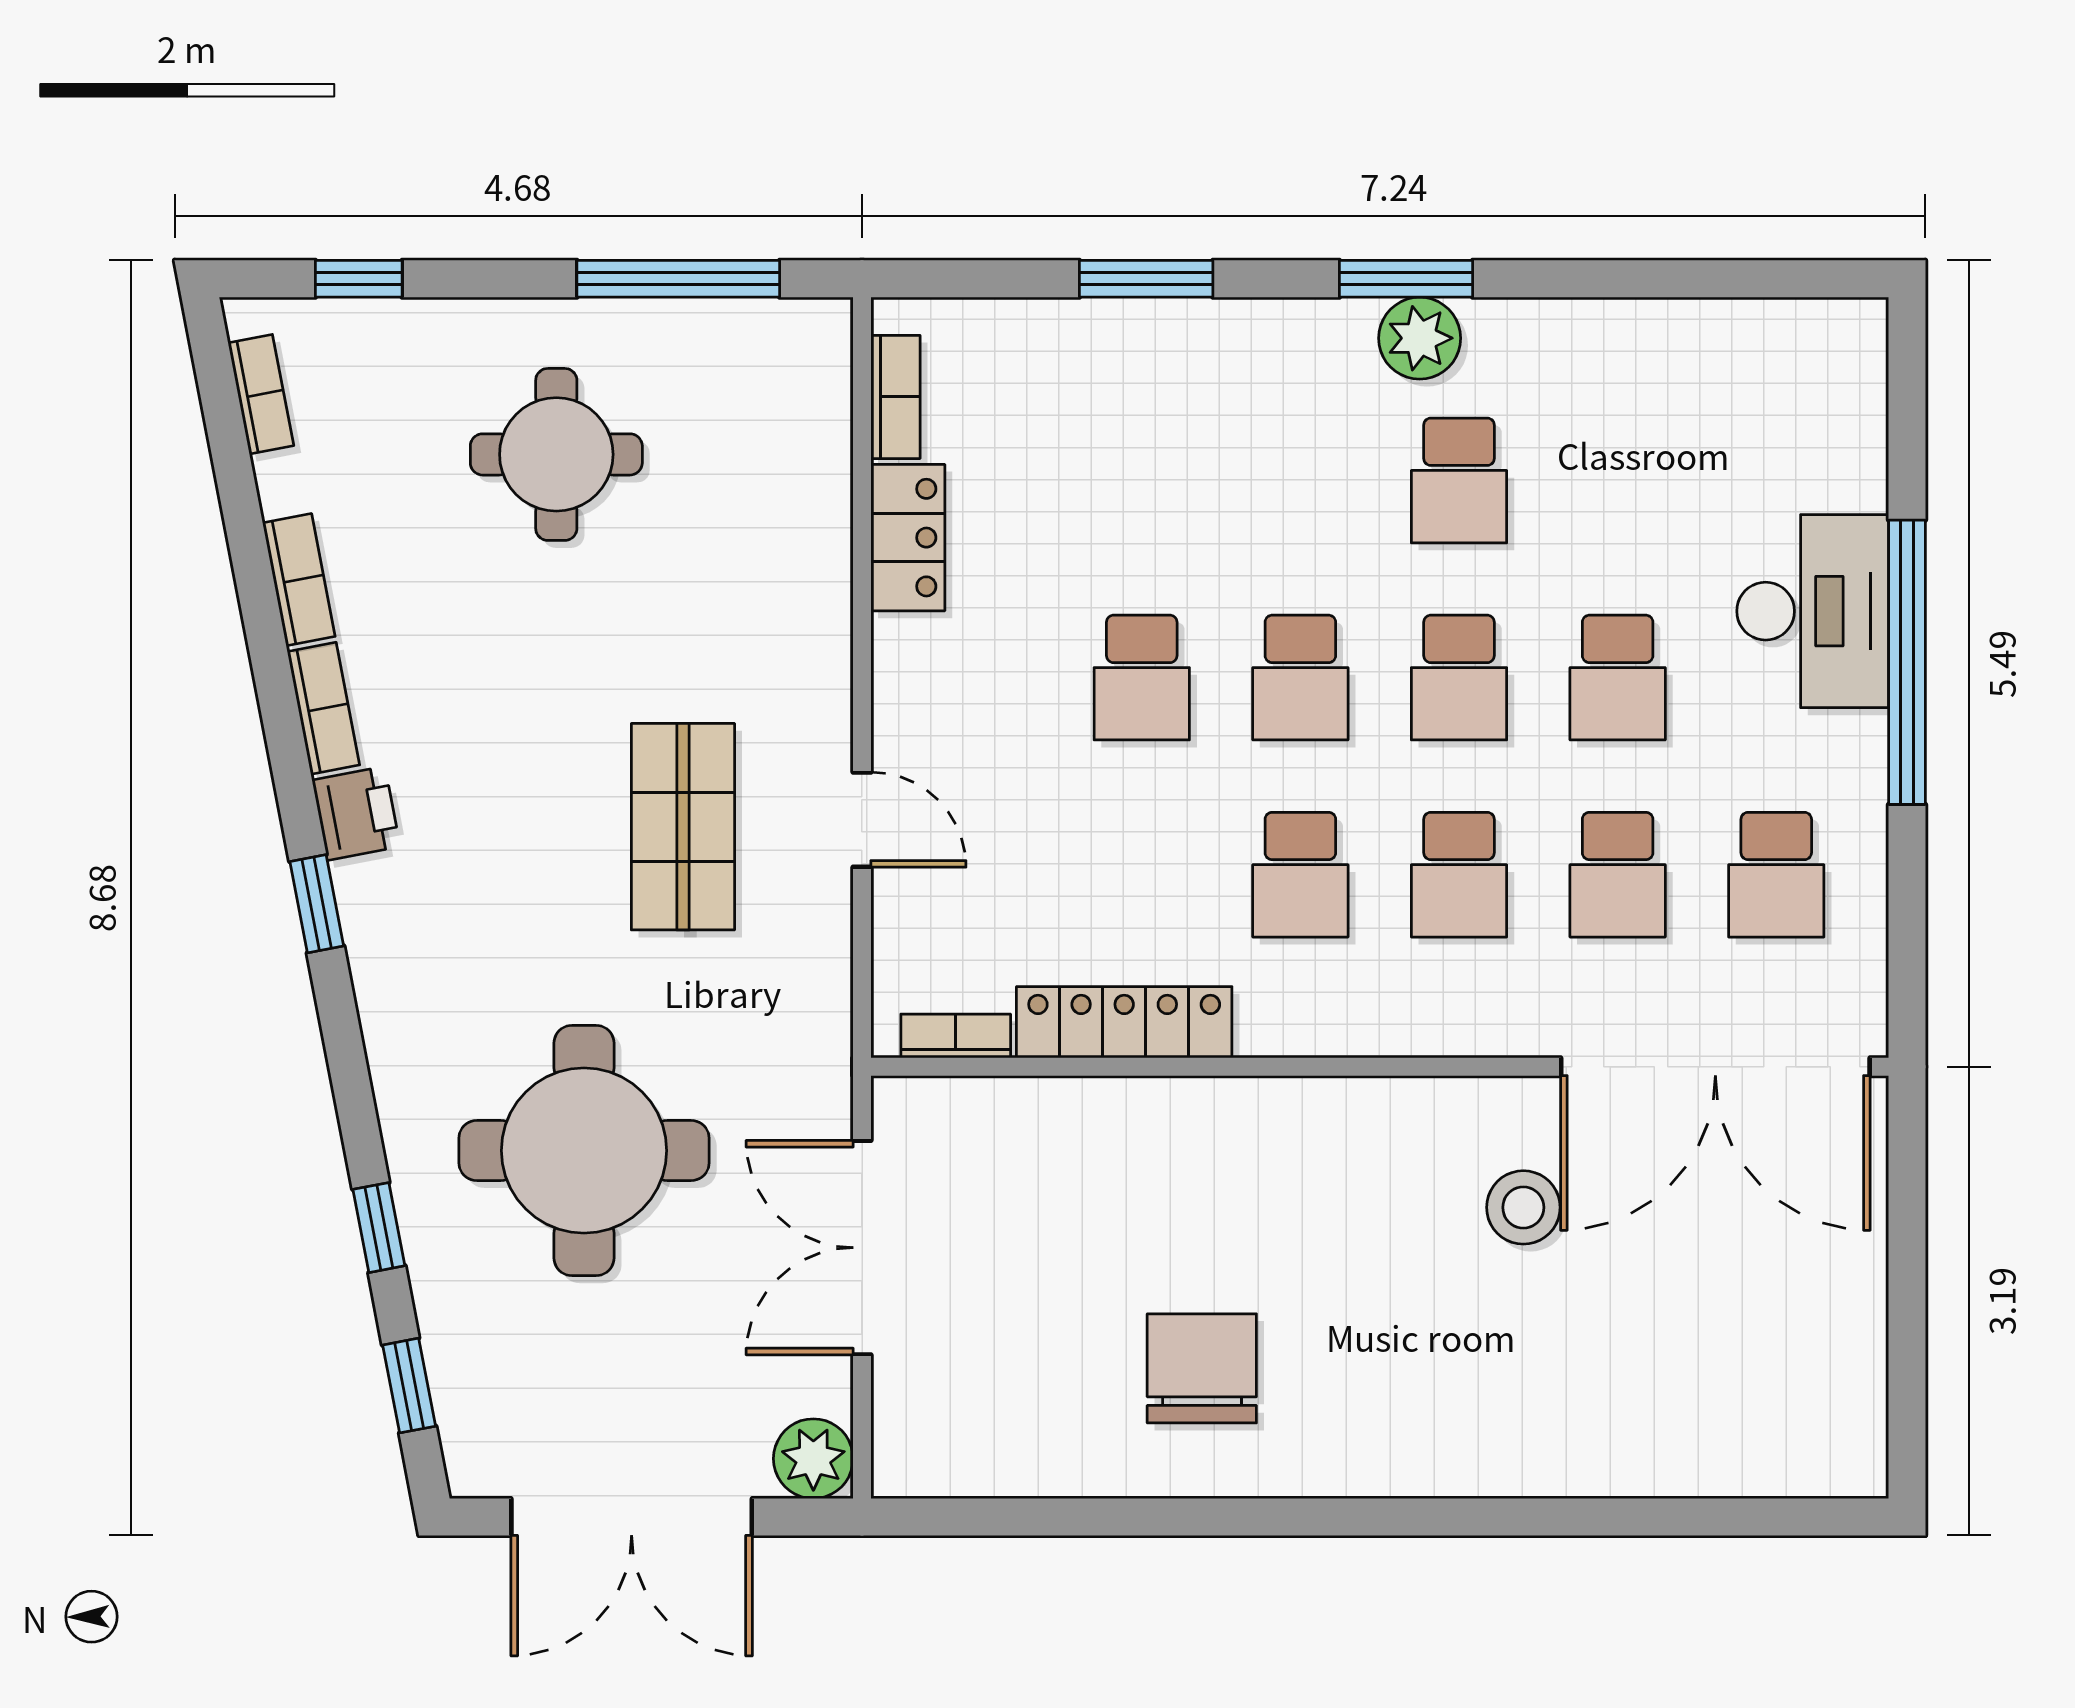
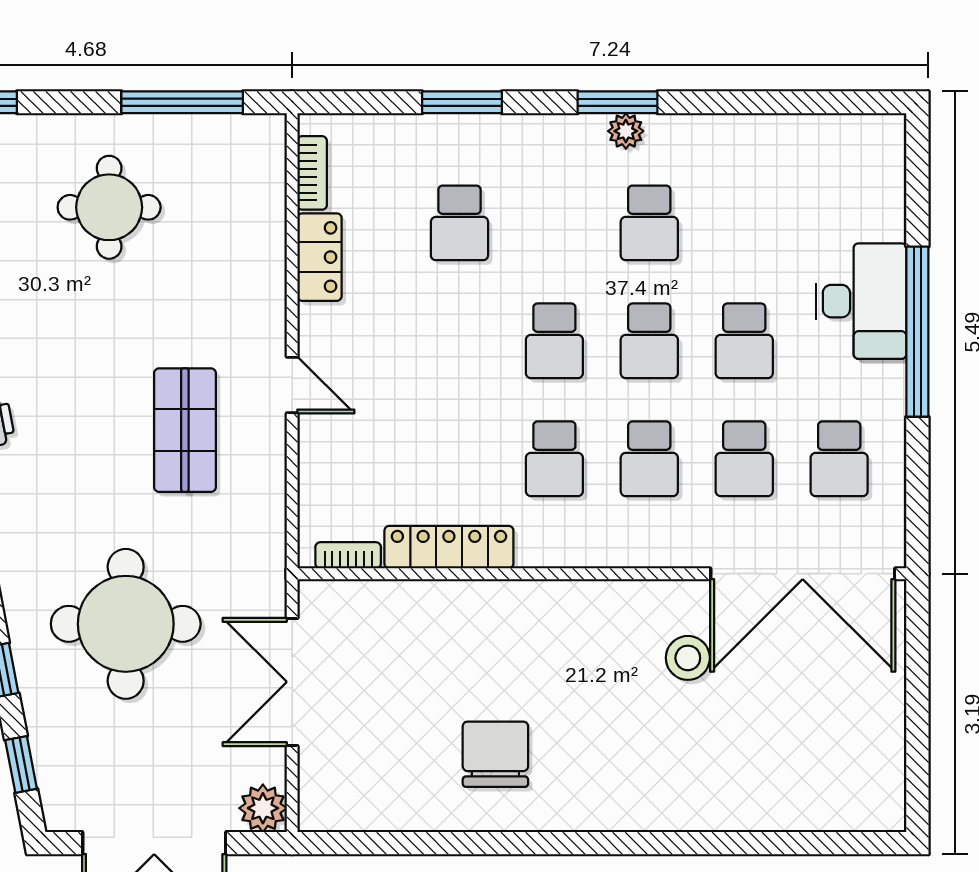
plant: (1420, 338) -> (626, 131), width x0.73, depth x0.73
school desk: (1142, 678) -> (459, 223), moved
door: (862, 820) -> (292, 385), moved

